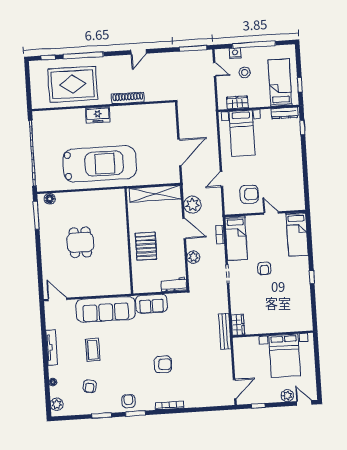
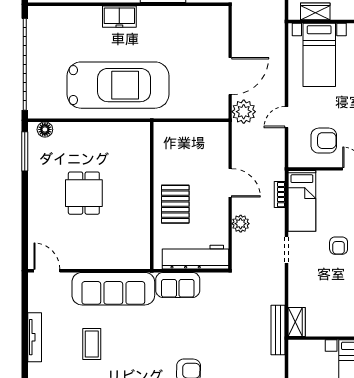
shelving: (155, 194) -> (193, 132), removed
plant: (192, 205) -> (244, 112), moved
workbench: (174, 284) -> (196, 257), width x1.88, depth x1.32

